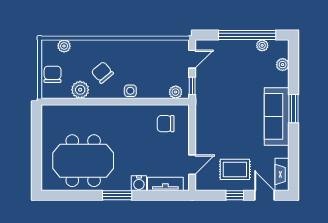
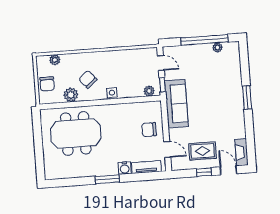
door: (192, 59) -> (161, 63), hinge flipped
plant: (283, 65) -> (235, 62), removed
chair: (53, 74) -> (47, 84), turned 180
sofa: (277, 116) -> (176, 104), moved, turned 180
chair: (166, 124) -> (149, 130), moved
meeting table: (83, 161) -> (76, 133), moved
door: (192, 165) -> (167, 150), hinge flipped

